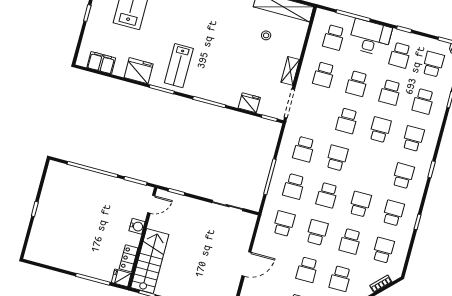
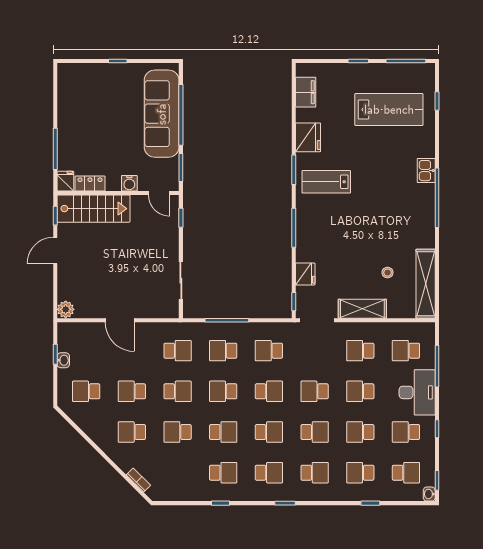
shelving: (290, 71) -> (362, 309), width x1.50, depth x1.33
sofa: (87, 185) -> (162, 114), added
school desk: (383, 250) -> (269, 432), moved

